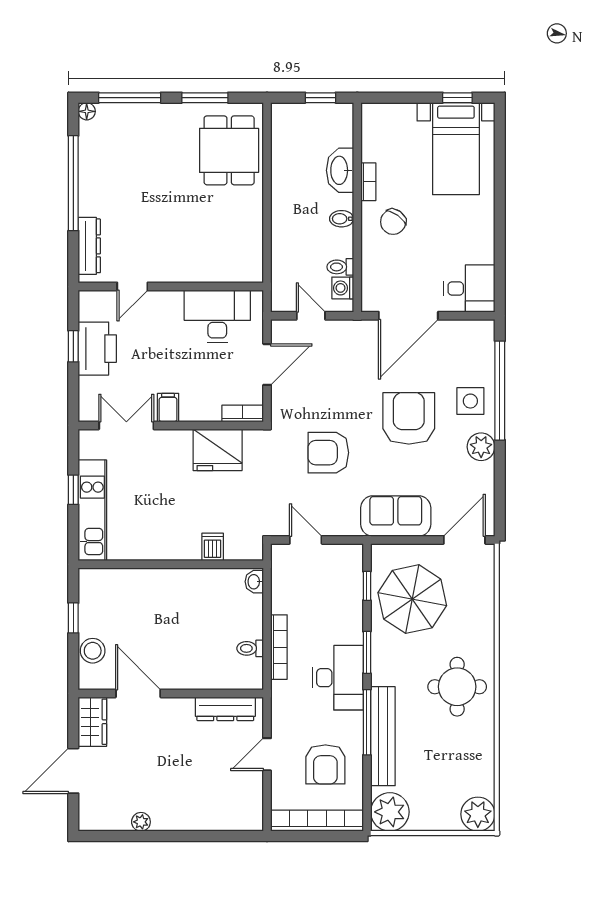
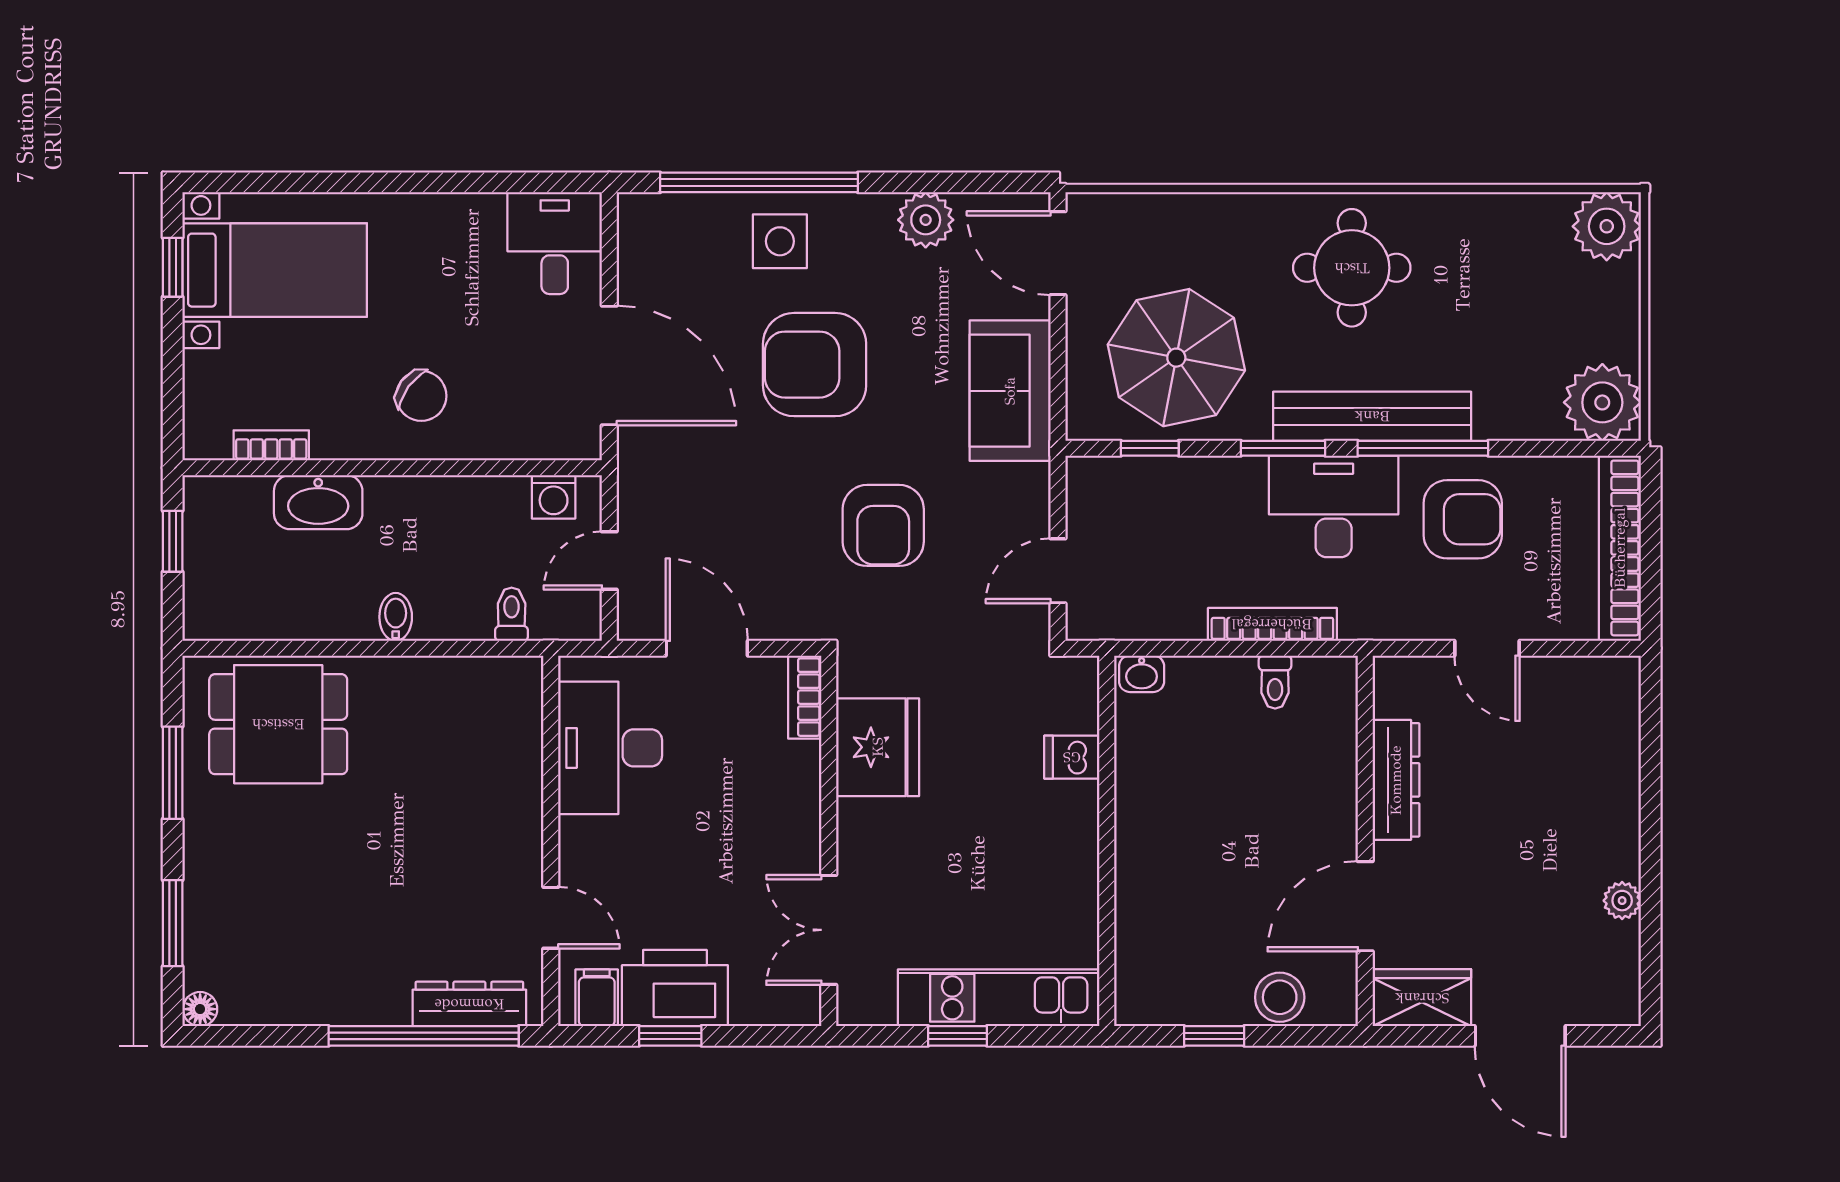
window: (130, 98) -> (173, 923), width x0.69
bookcase: (368, 182) -> (271, 445), moved
window: (73, 183) -> (424, 1036), moved
bidet: (342, 219) -> (396, 617), moved, turned 180
toilet: (340, 267) -> (512, 614), moved, turned 180
filing cabinet: (168, 408) -> (597, 998), moved, turned 90
plant: (481, 447) -> (926, 220), moved
dresser: (225, 709) -> (1396, 780), moved
bench: (383, 736) -> (1372, 416), moved
armchair: (325, 764) -> (1463, 519), moved

